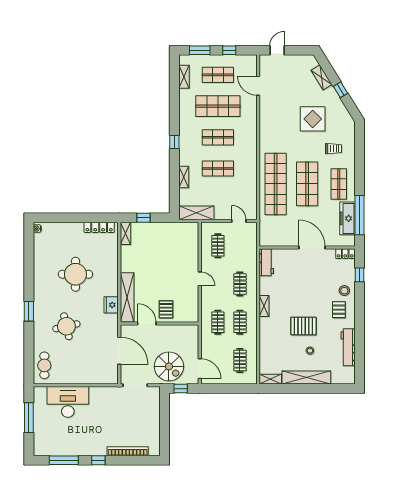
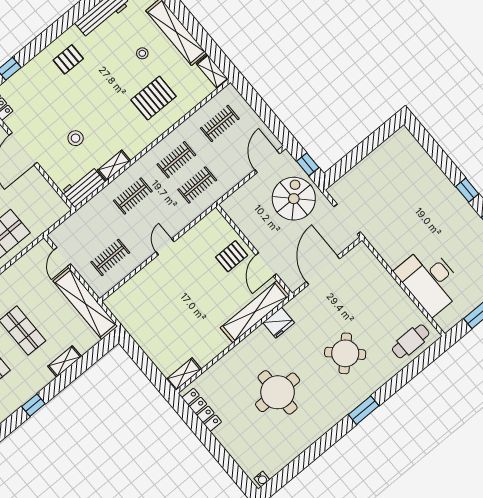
shelving: (196, 213) -> (85, 304), width x1.47
window: (144, 218) -> (149, 368), removed
stool: (344, 291) -> (76, 138), moved
shelving: (264, 306) -> (114, 165), moved
round table: (66, 326) -> (345, 353), turned -33
pallet: (303, 326) -> (154, 98), moved, turned 90
bookcase: (128, 451) -> (429, 165), removed

